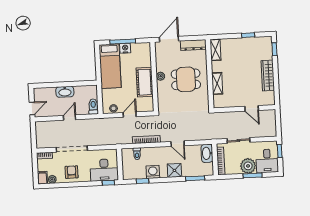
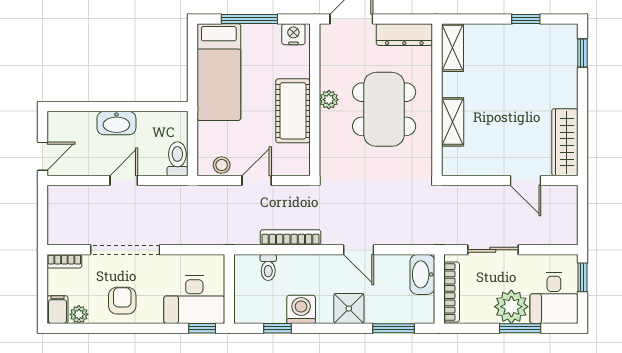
nightstand: (125, 48) -> (293, 34), moved
wardrobe: (268, 76) -> (565, 142), moved
dining table: (186, 79) -> (384, 109), width x1.38

